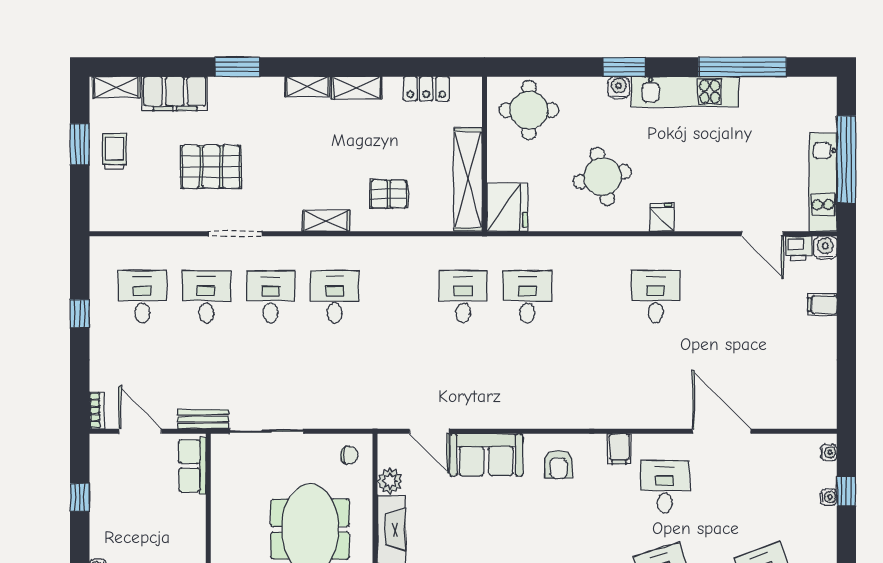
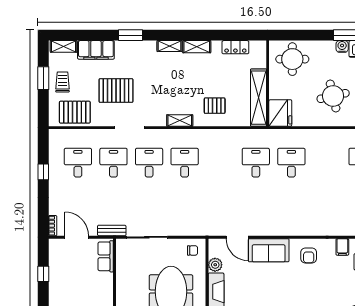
pallet: (137, 206) -> (75, 112), added

